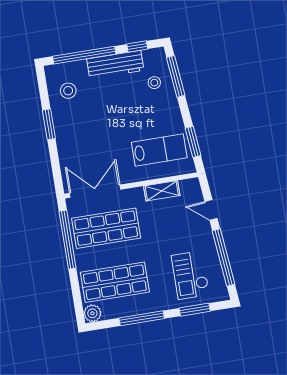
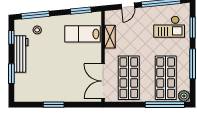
window: (84, 55) -> (11, 74), width x0.47
stool: (68, 91) -> (33, 88), removed
lab bench: (159, 150) -> (82, 34), turned -90
window: (68, 240) -> (165, 105), moved

